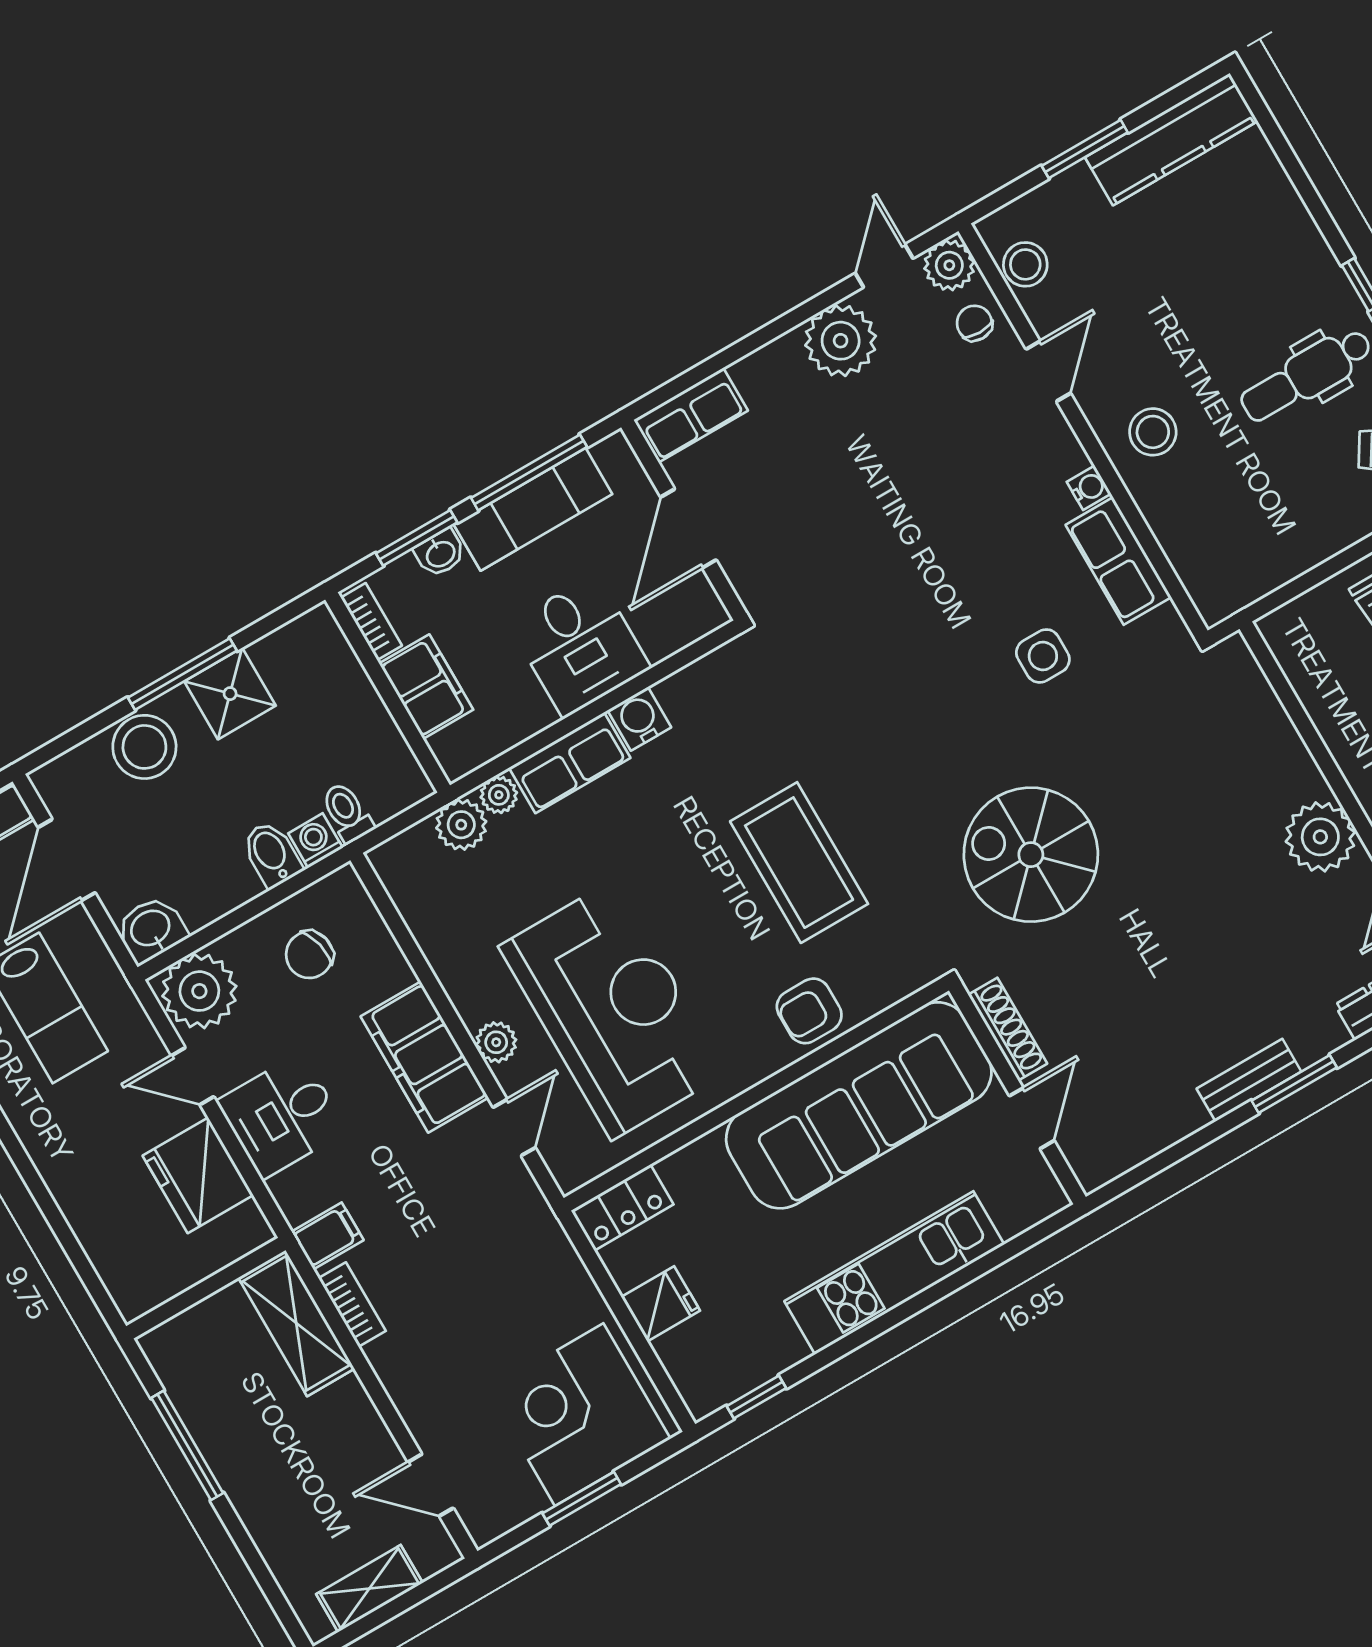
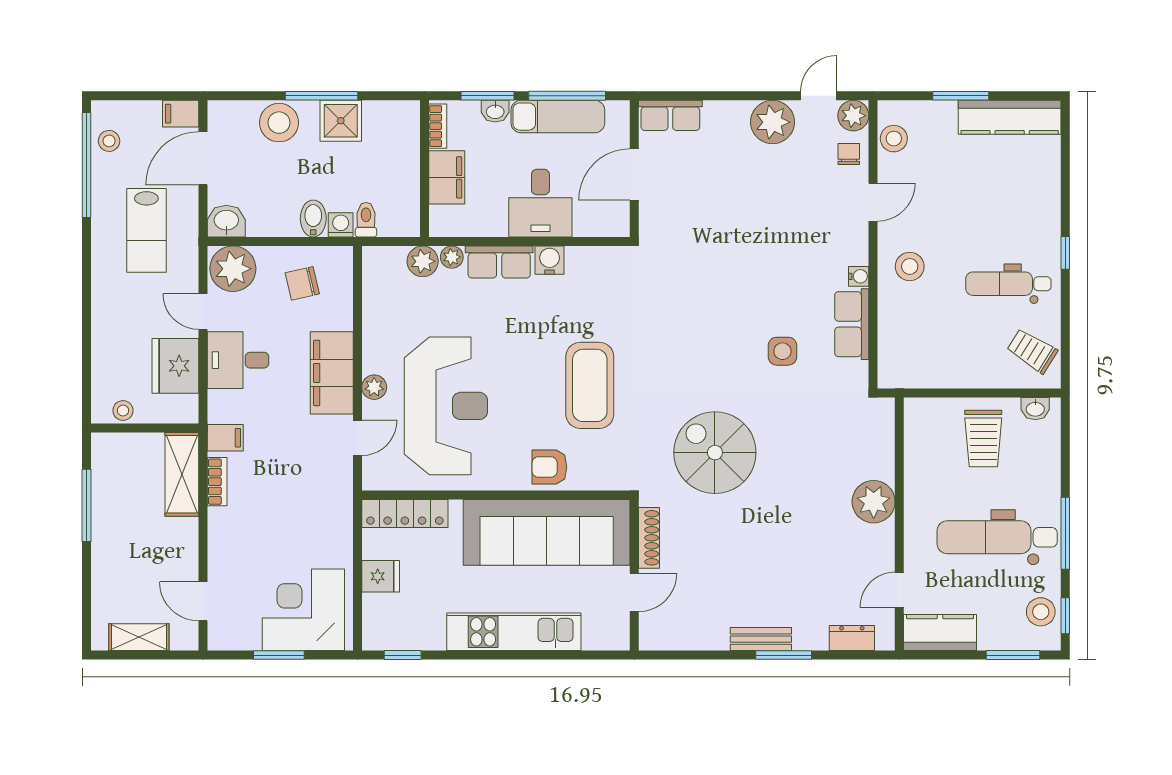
plant: (1320, 837) -> (874, 502), moved
locker: (622, 1208) -> (405, 513), width x1.53
stool: (161, 1282) -> (123, 411), added

